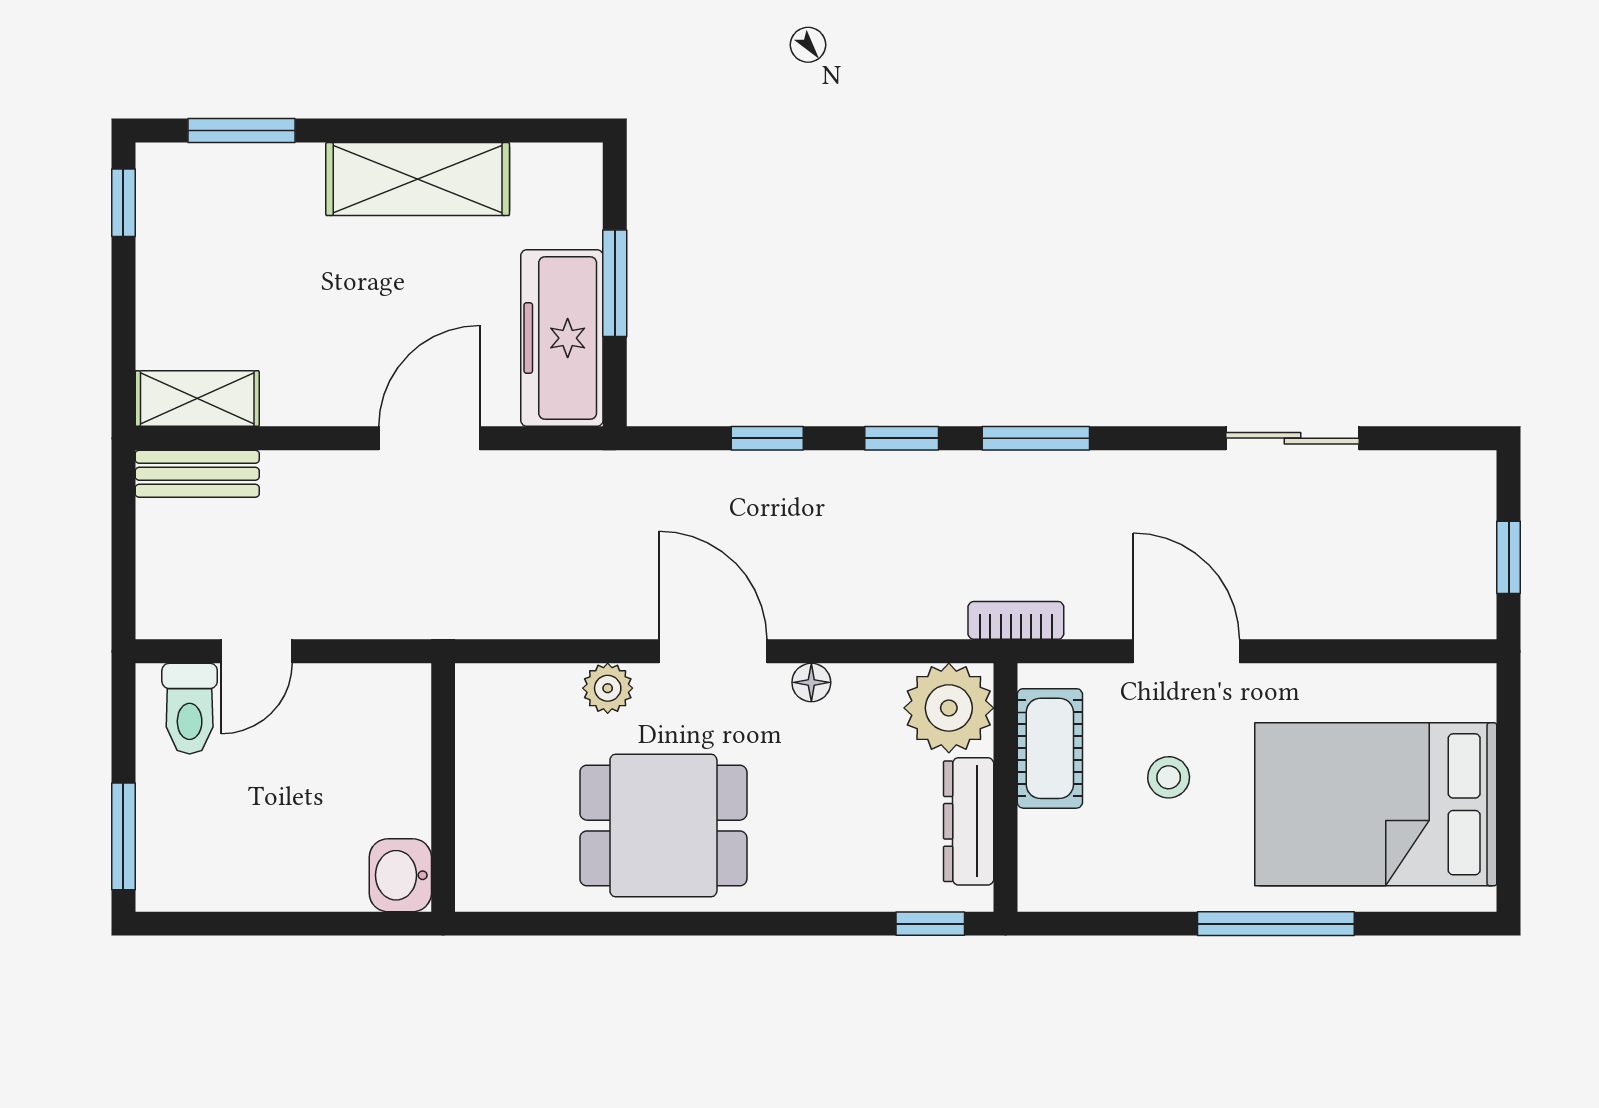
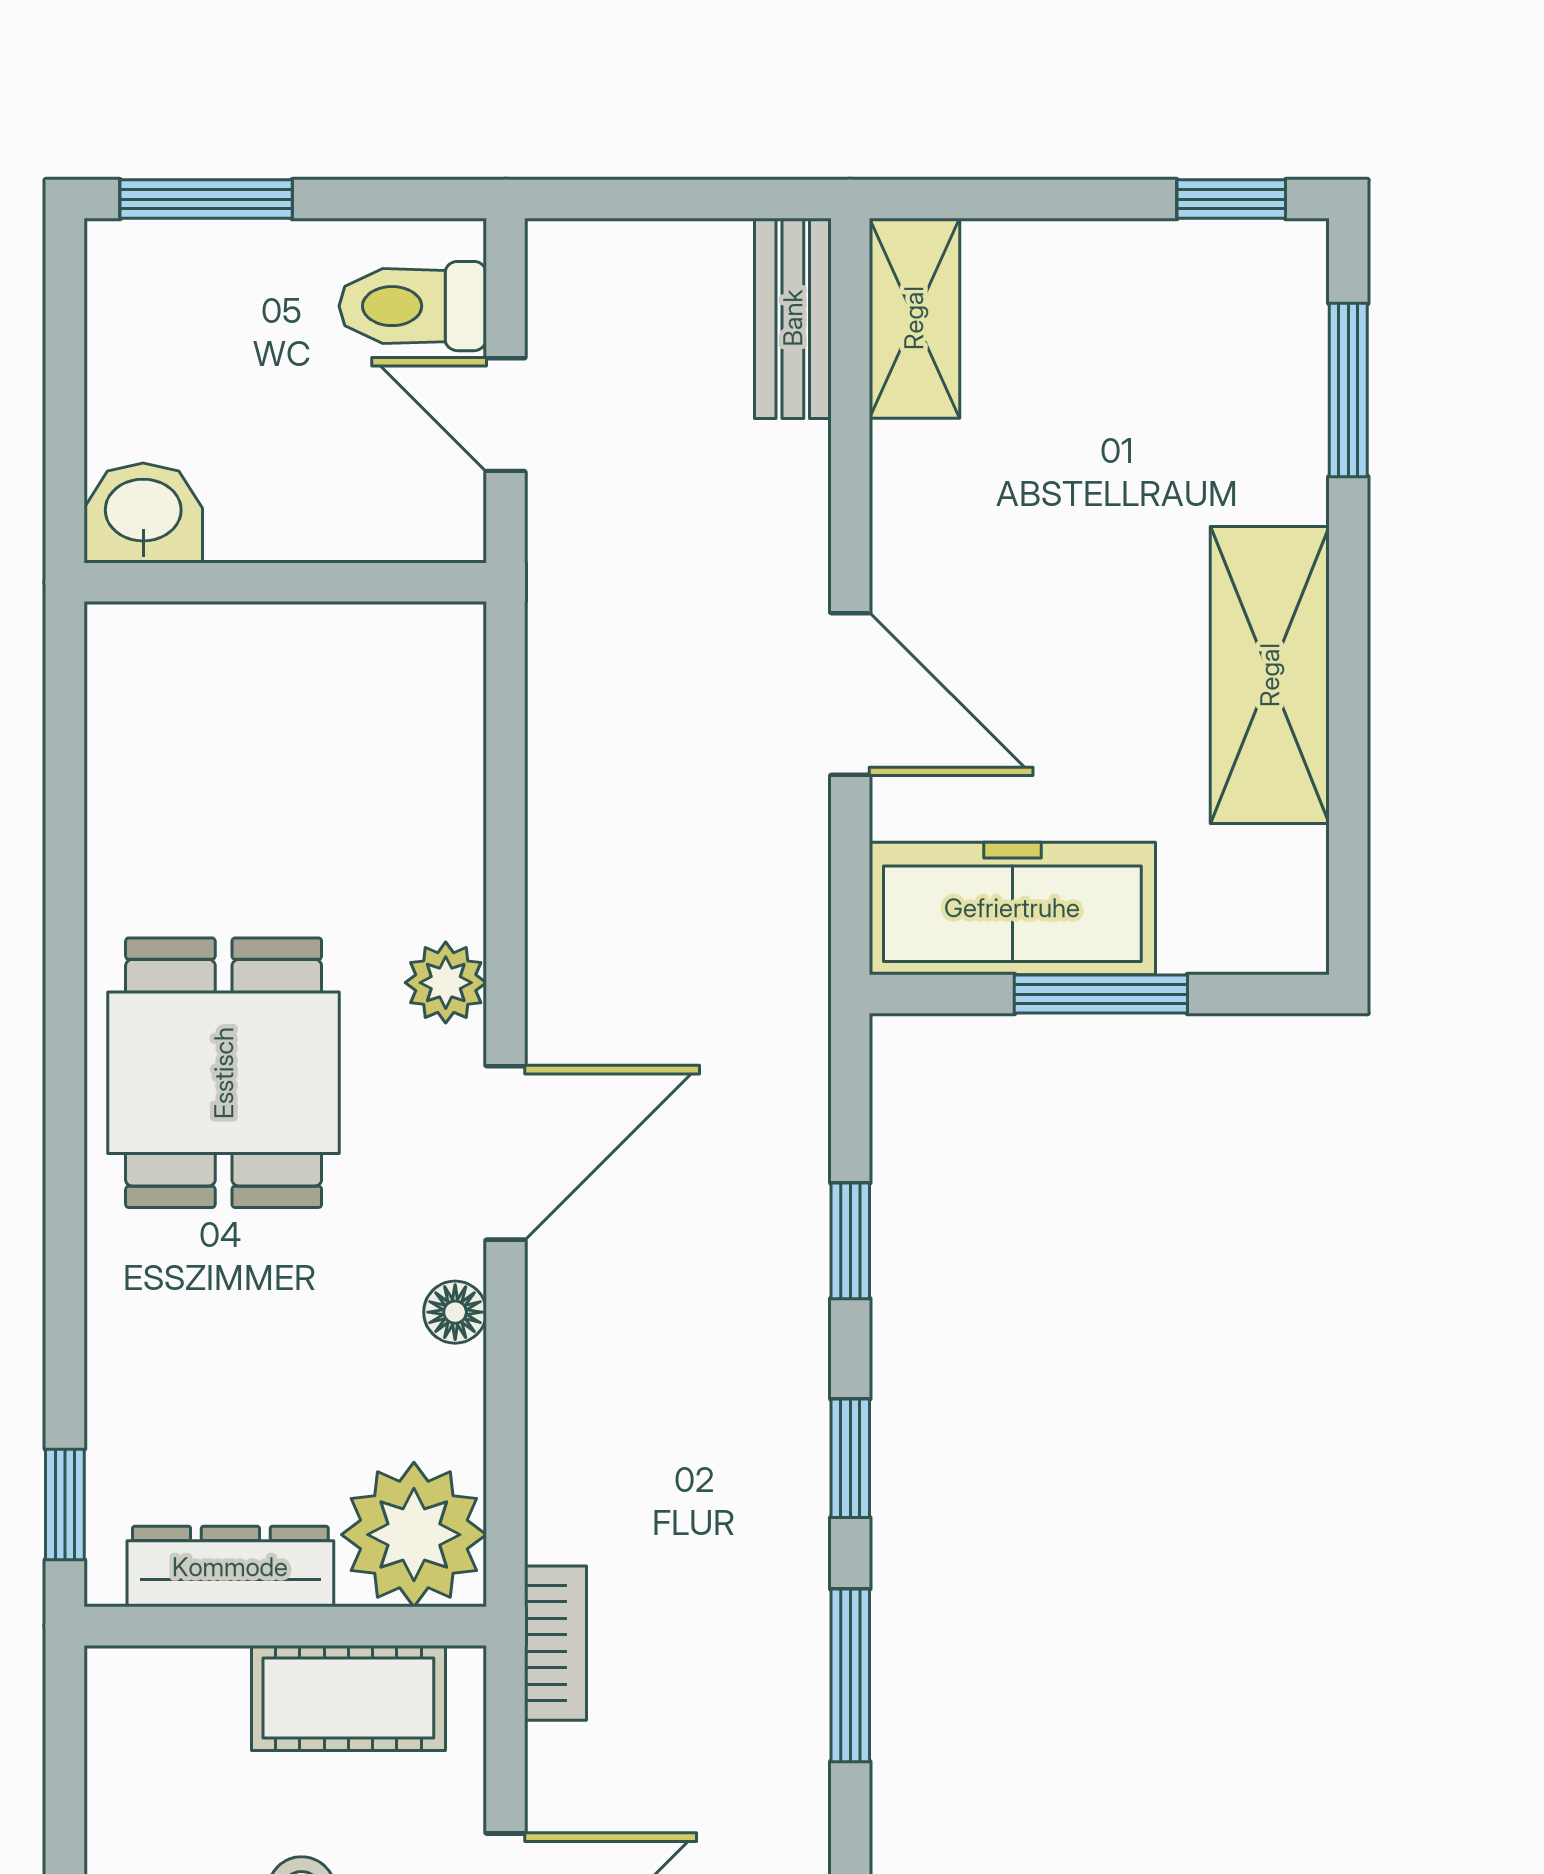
wall: (443, 787) -> (285, 582), moved
washbasin: (400, 875) -> (143, 513), moved

